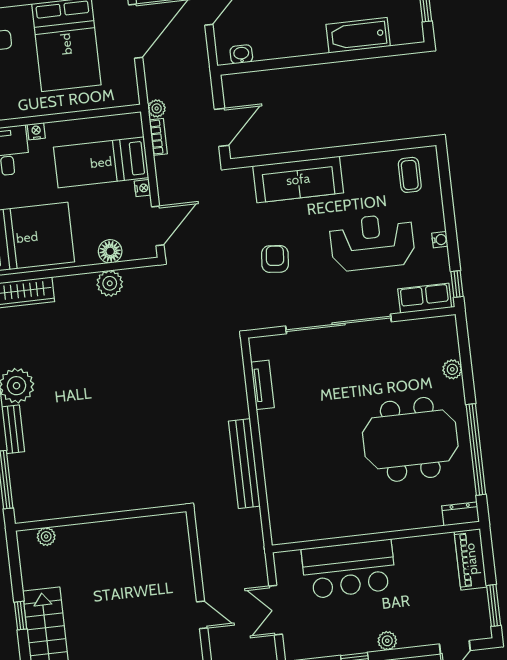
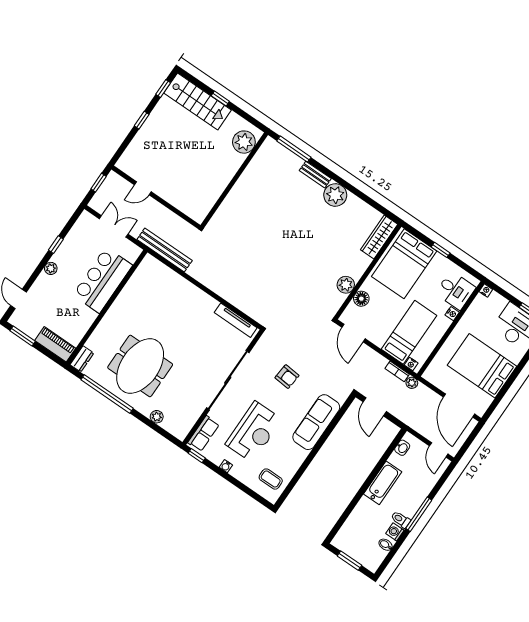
bathtub: (358, 35) -> (383, 483), moved
nightstand: (142, 188) -> (411, 364), moved
tv unit: (263, 385) -> (236, 320), width x1.41
bench: (244, 464) -> (165, 250), moved
plant: (46, 536) -> (244, 142), width x1.88, depth x1.88

